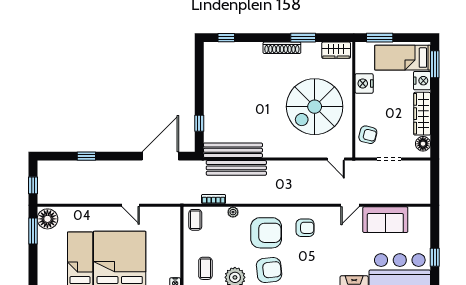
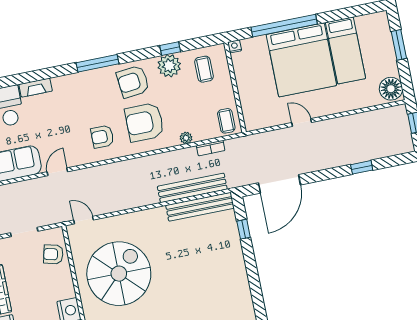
window: (33, 231) -> (399, 45), moved

